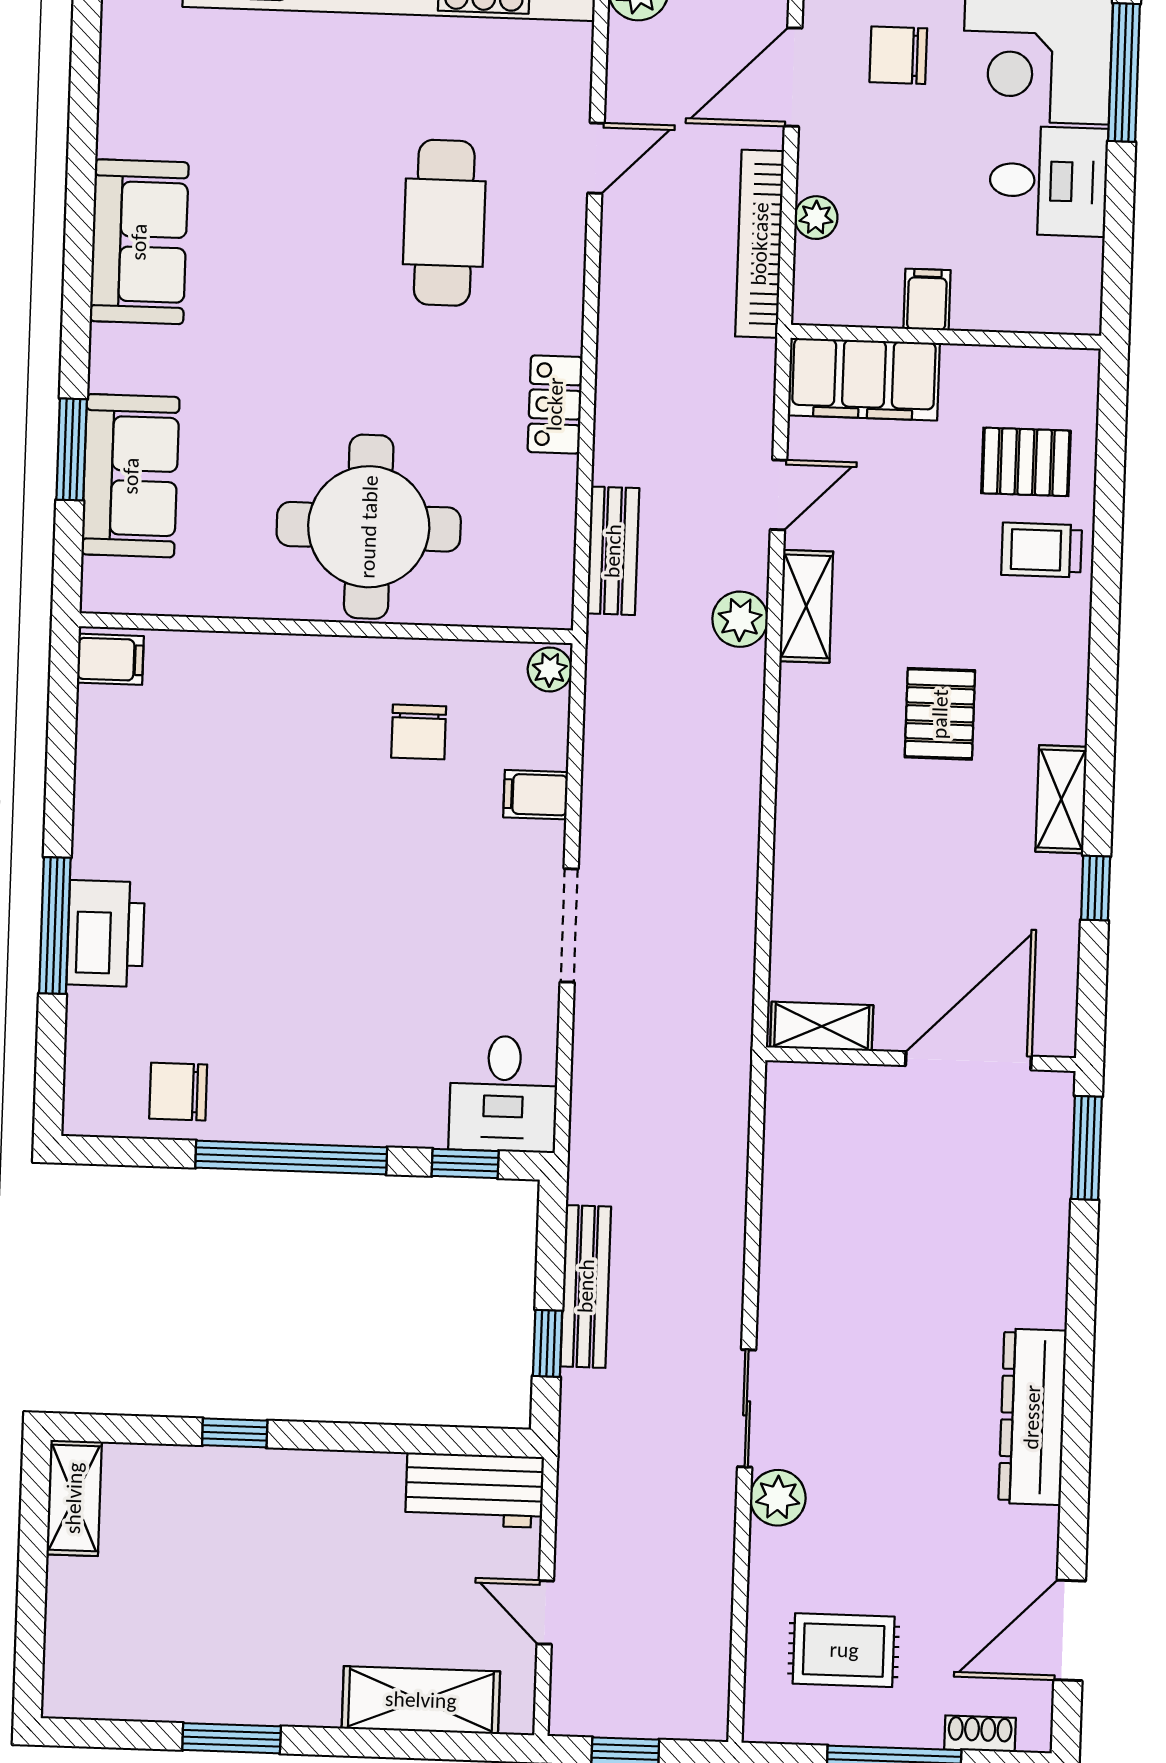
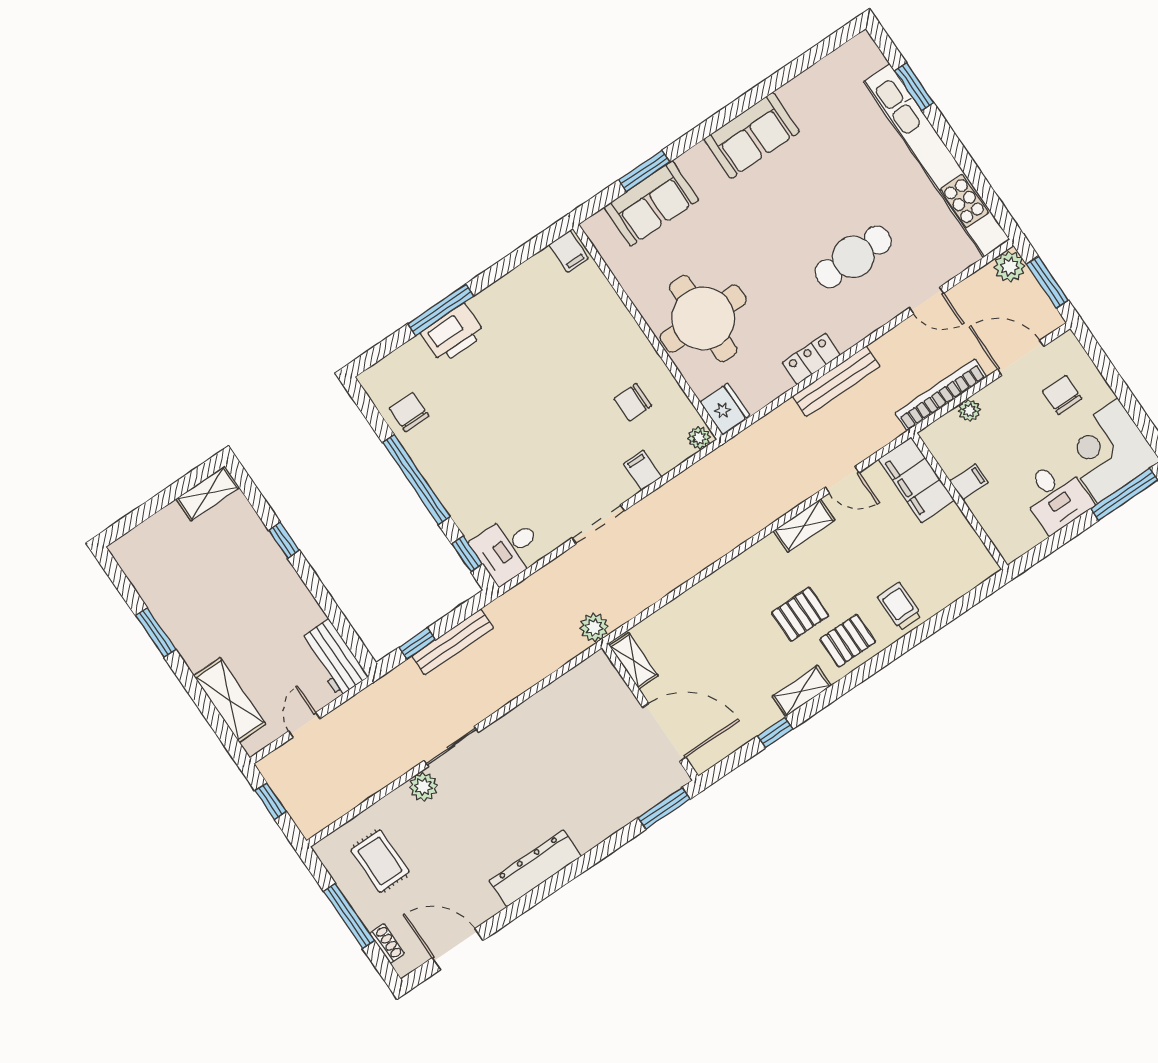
pallet: (1026, 462) -> (848, 640), moved, turned 90
bench: (613, 551) -> (836, 381), moved, width x1.36
fridge: (534, 596) -> (725, 409), added
plant: (740, 619) -> (594, 627), moved

